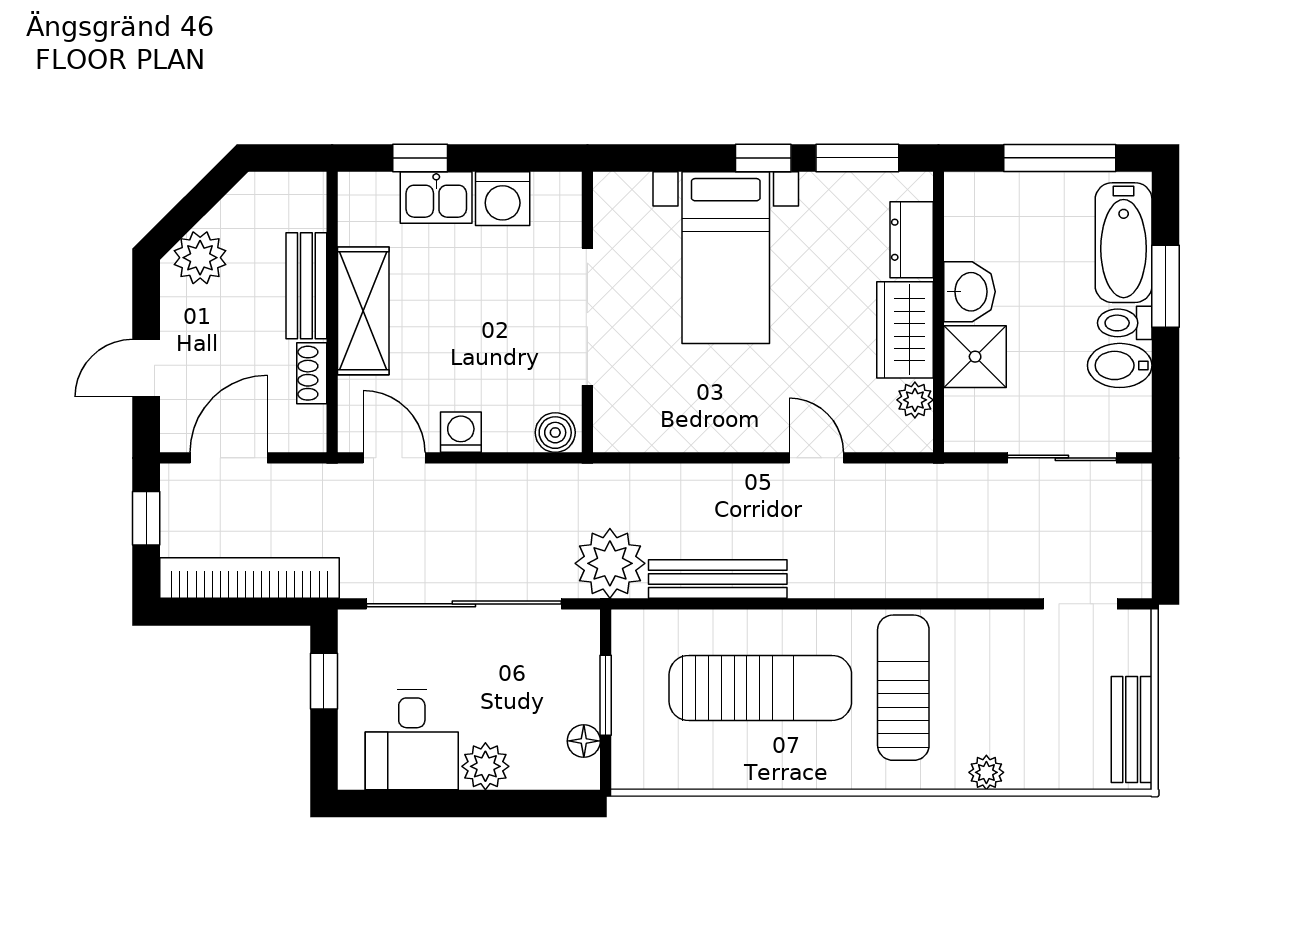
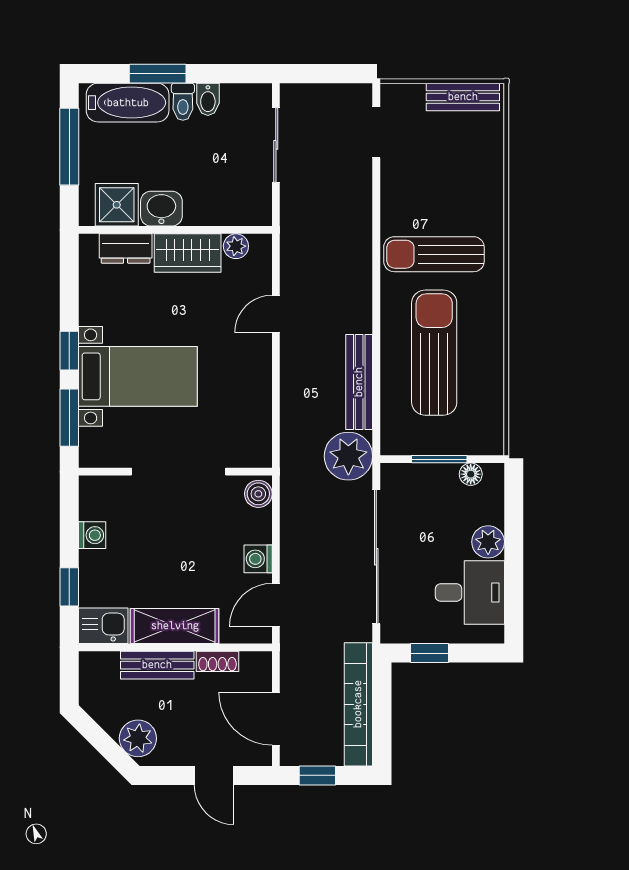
window: (857, 158) -> (69, 418), moved
kitchen sink: (436, 198) -> (103, 626), moved, turned -90
washing machine: (503, 199) -> (92, 535), width x0.73, depth x0.73
shower: (975, 357) -> (117, 205), moved
bidet: (1120, 365) -> (208, 99), width x0.72, depth x0.74
plant: (986, 772) -> (492, 197), removed

